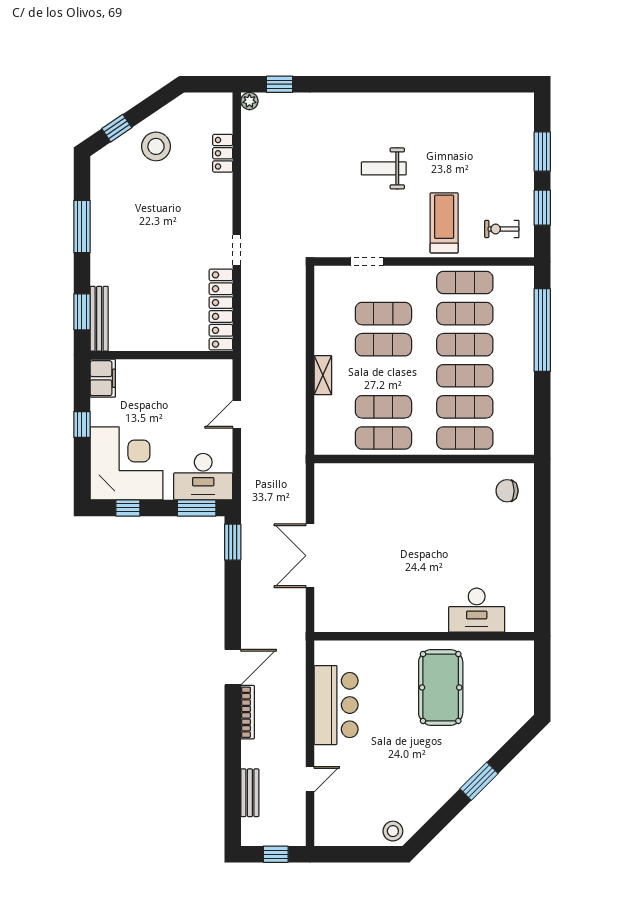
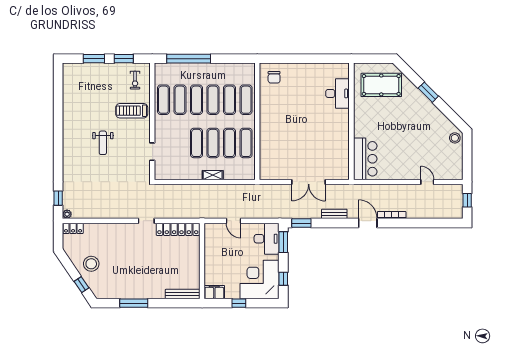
locker: (223, 153) -> (73, 228), moved
window: (82, 312) -> (179, 303), removed
exercise mat: (383, 314) -> (213, 143), moved
pool table: (441, 687) -> (381, 85), moved
bar counter: (336, 705) -> (365, 159), moved, turned 90
bench: (250, 793) -> (334, 214), moved

